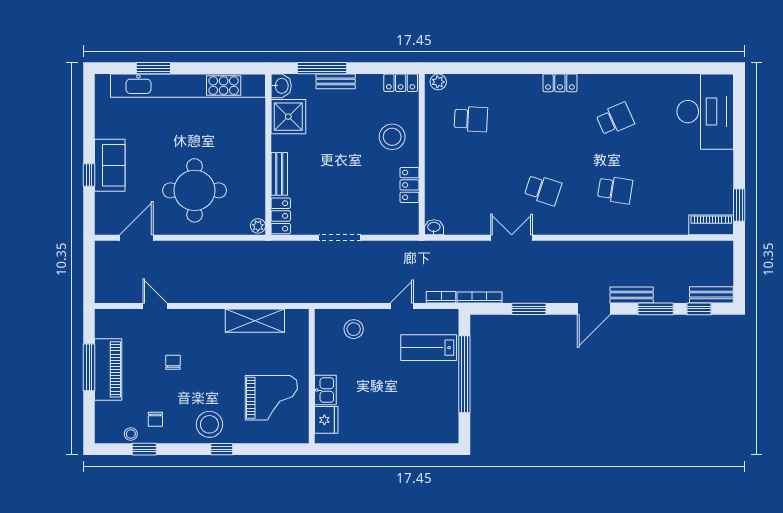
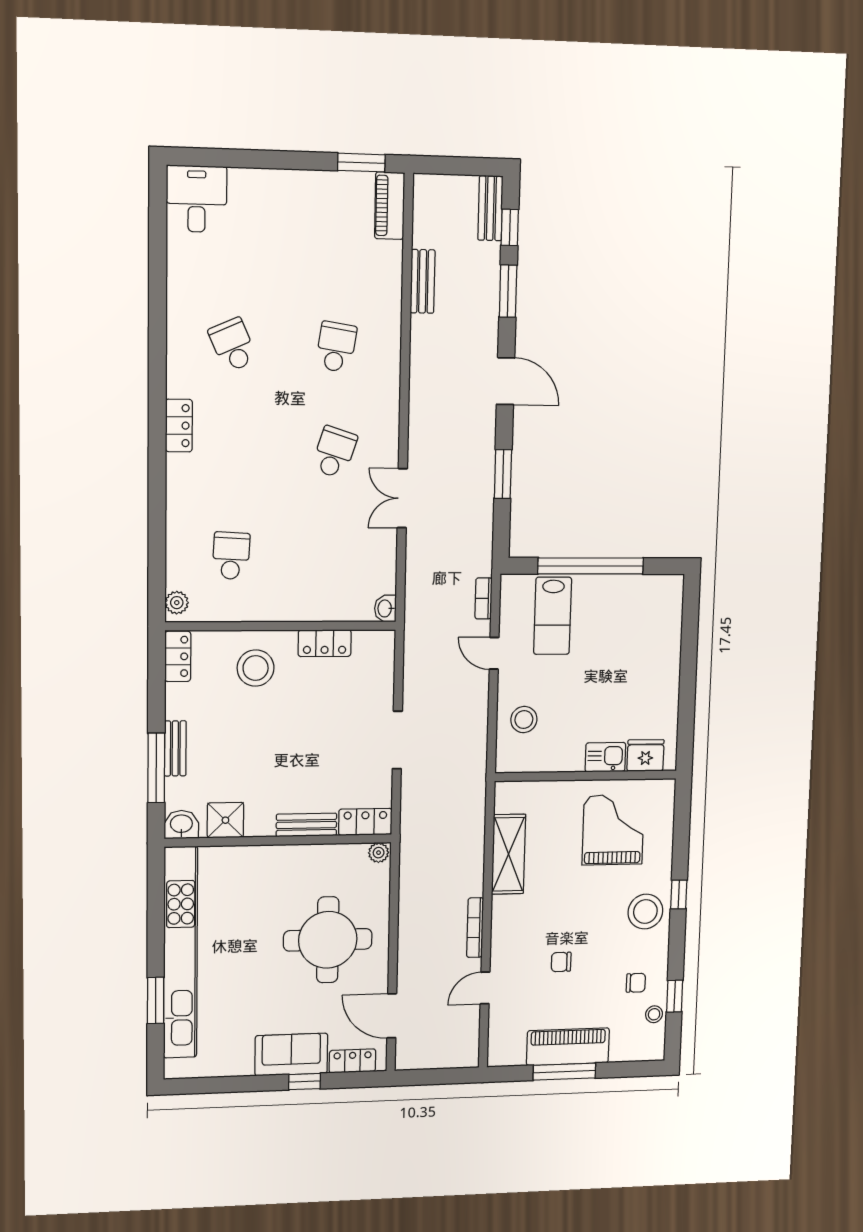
desk: (705, 112) -> (197, 199), width x0.53, depth x0.77
shower: (288, 117) -> (225, 820), width x0.73, depth x0.73
locker: (103, 210) -> (352, 1061), added
bench: (632, 295) -> (423, 281), moved
bookcase: (479, 298) -> (475, 928), moved

